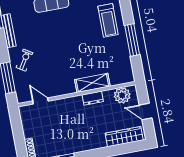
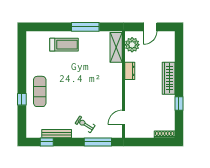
shelving: (92, 83) -> (116, 47), moved
wardrobe: (124, 137) -> (169, 78), moved

